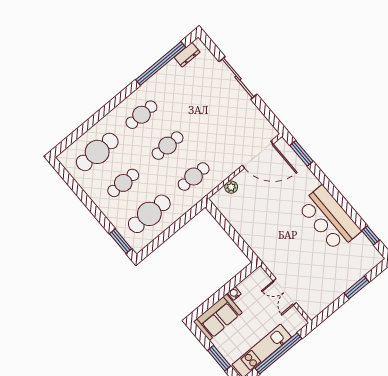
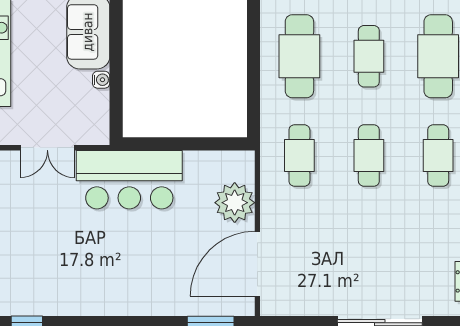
plant: (231, 187) -> (235, 203), width x1.88, depth x1.88
bar counter: (329, 219) -> (129, 180), moved, turned 180
double door: (285, 292) -> (47, 148), swing flipped

